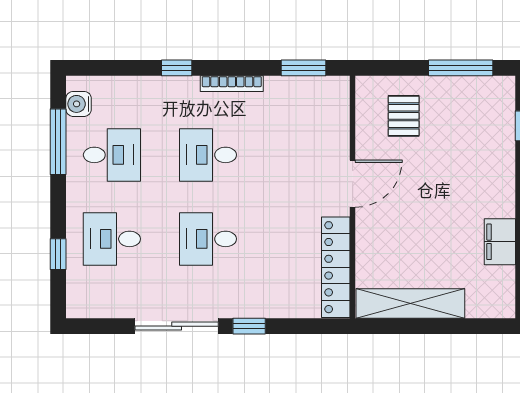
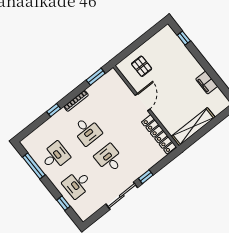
window: (461, 68) -> (148, 35), removed
water cooler: (79, 104) -> (31, 148), removed
desk: (208, 155) -> (87, 131), turned -90
desk: (208, 239) -> (109, 159), turned 90

